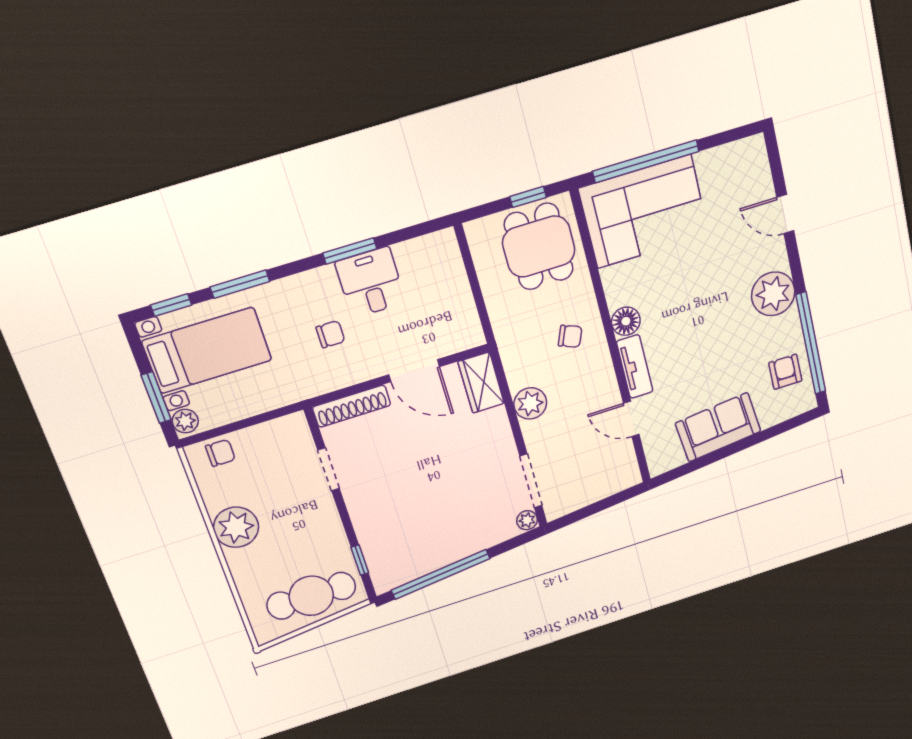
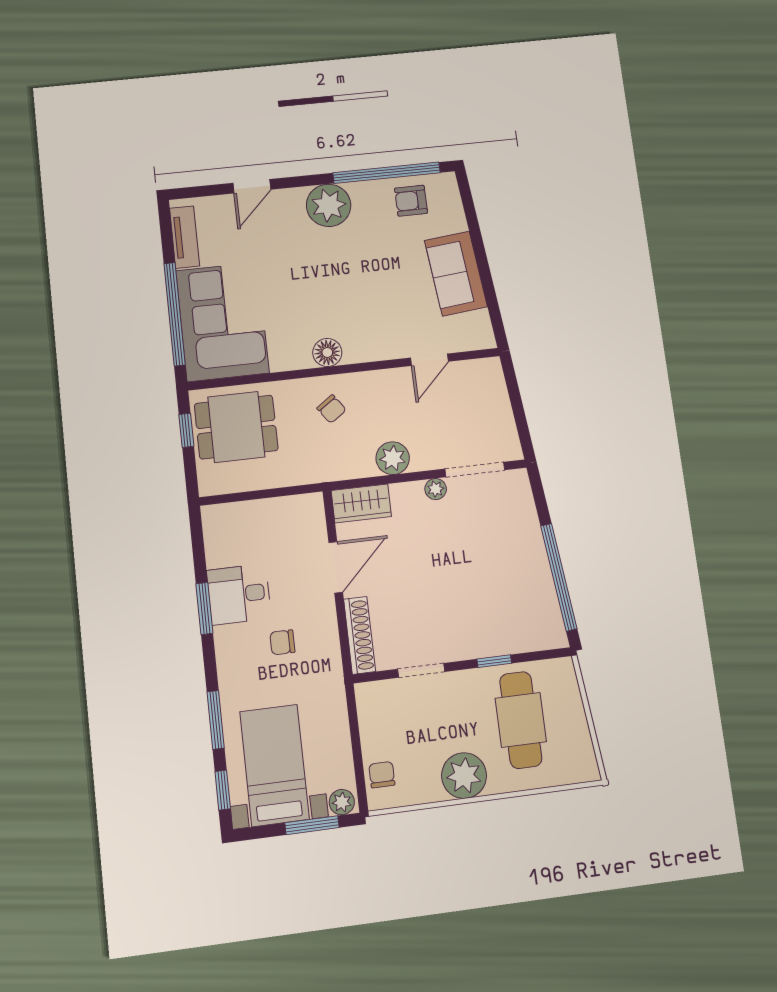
chair: (331, 334) -> (282, 642), turned -90
chair: (570, 336) -> (332, 409), turned 123
tv unit: (635, 367) -> (185, 237), moved, turned 90
plant: (527, 520) -> (436, 489), moved
window: (360, 560) -> (494, 661), moved
cafe table: (311, 596) -> (521, 720), moved

